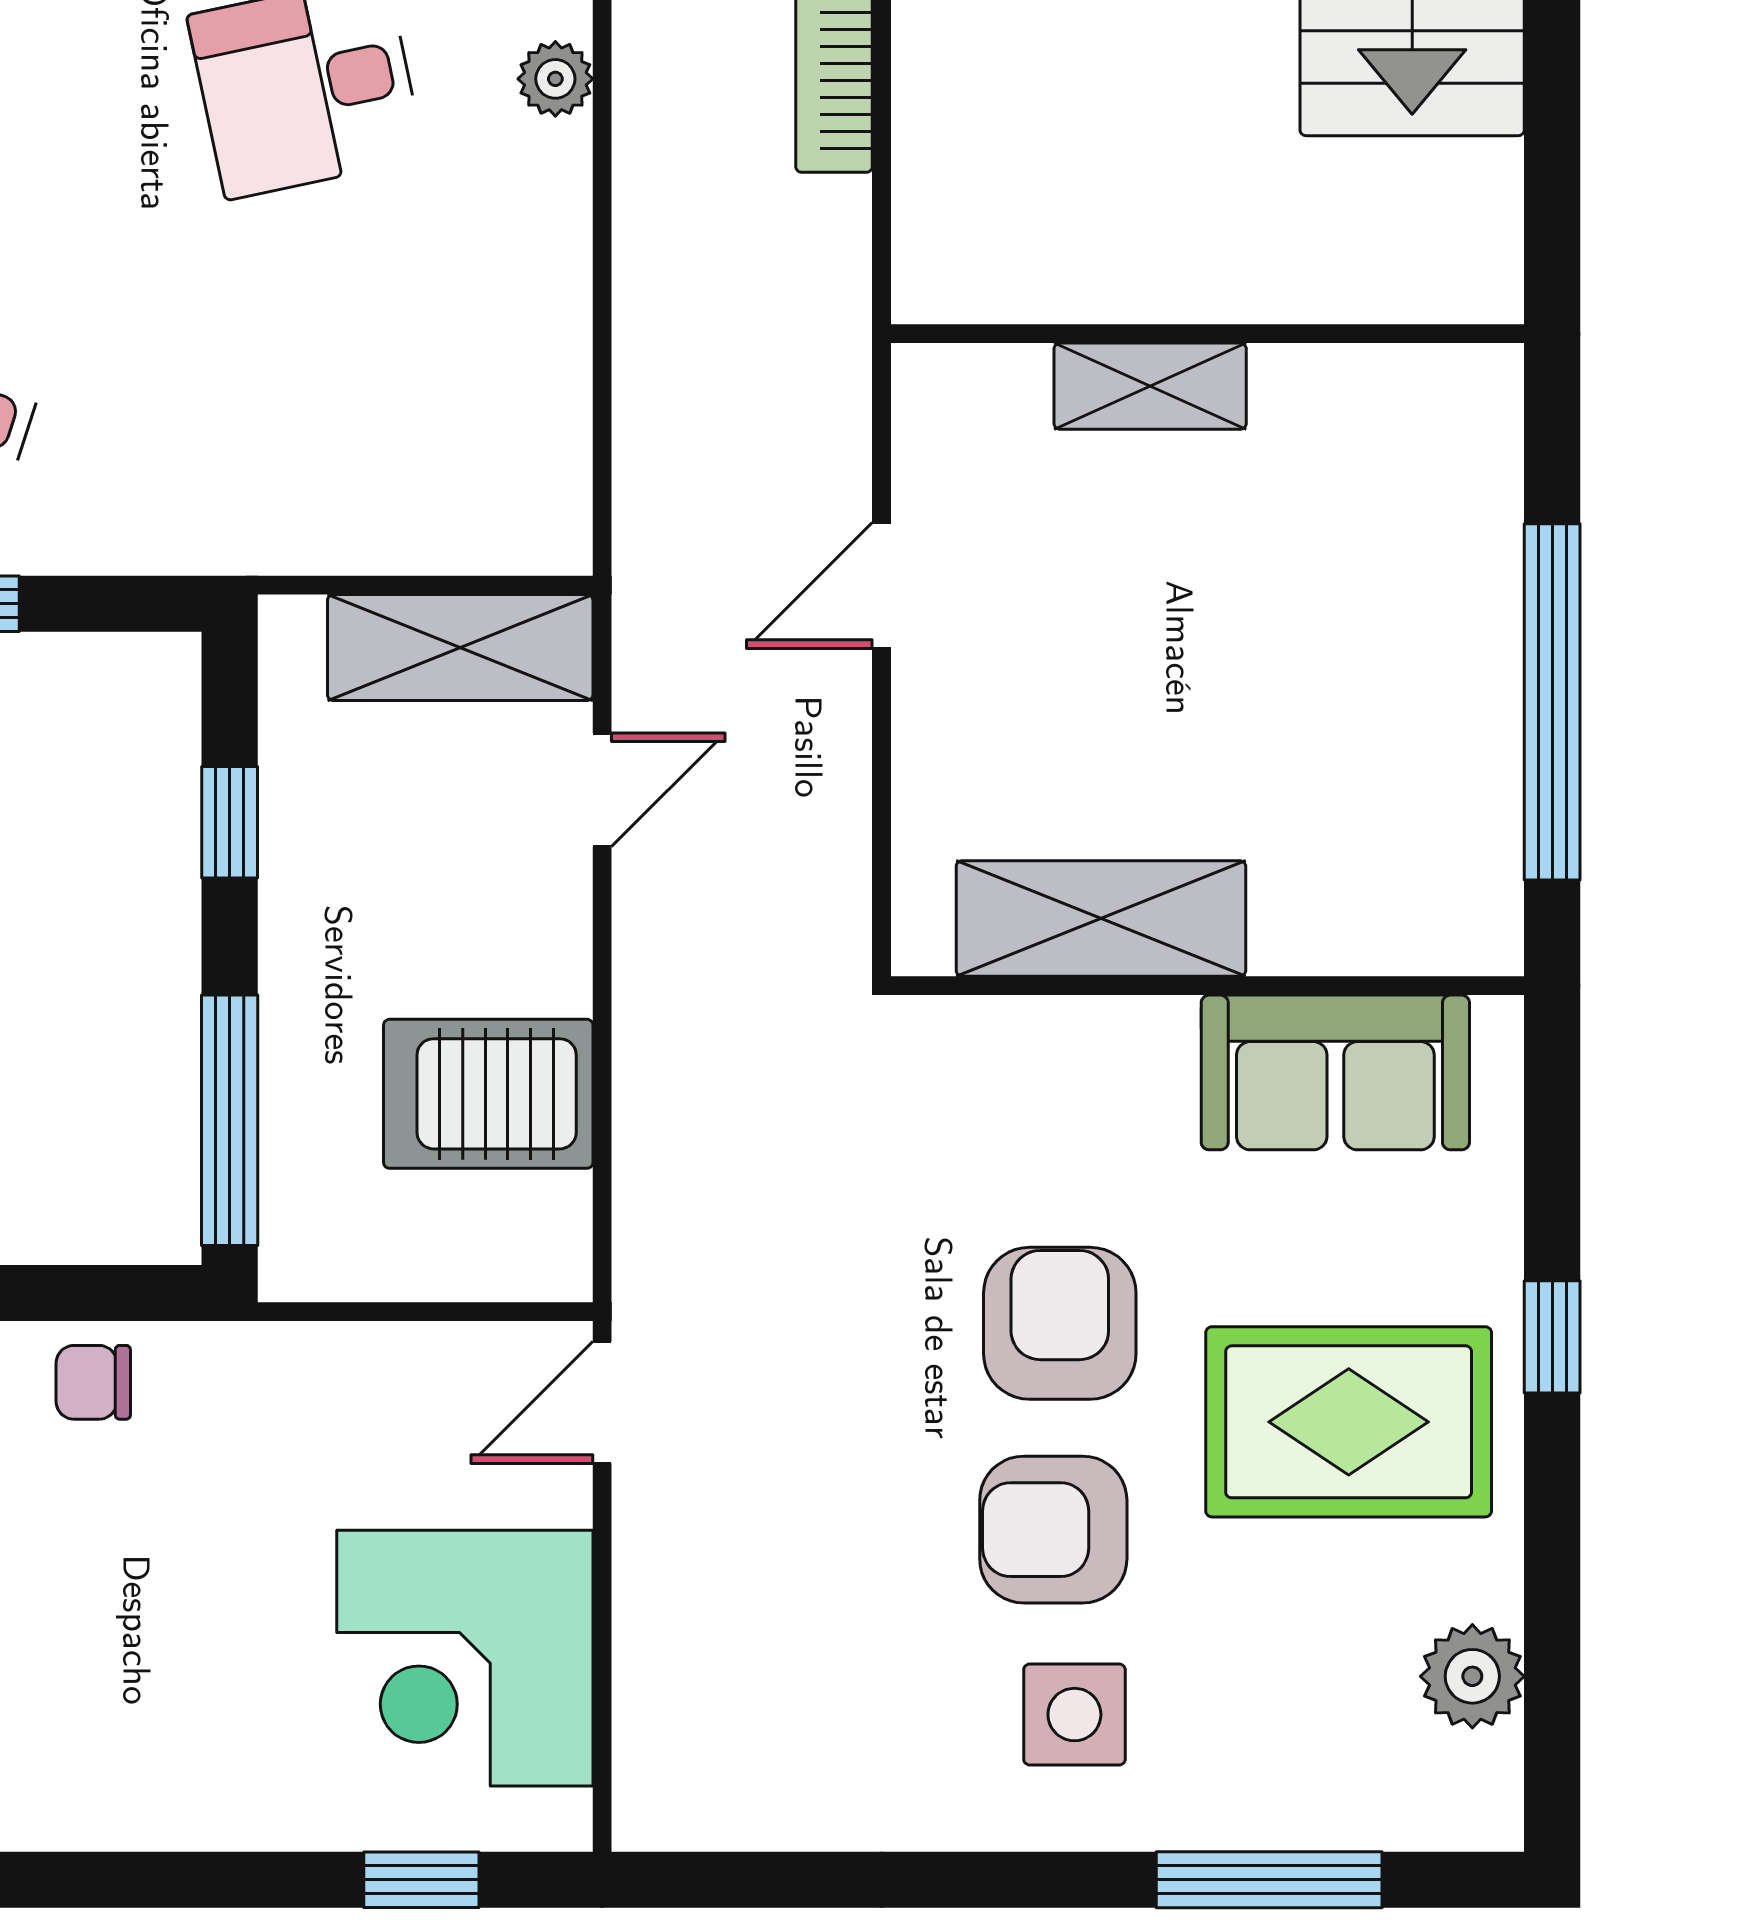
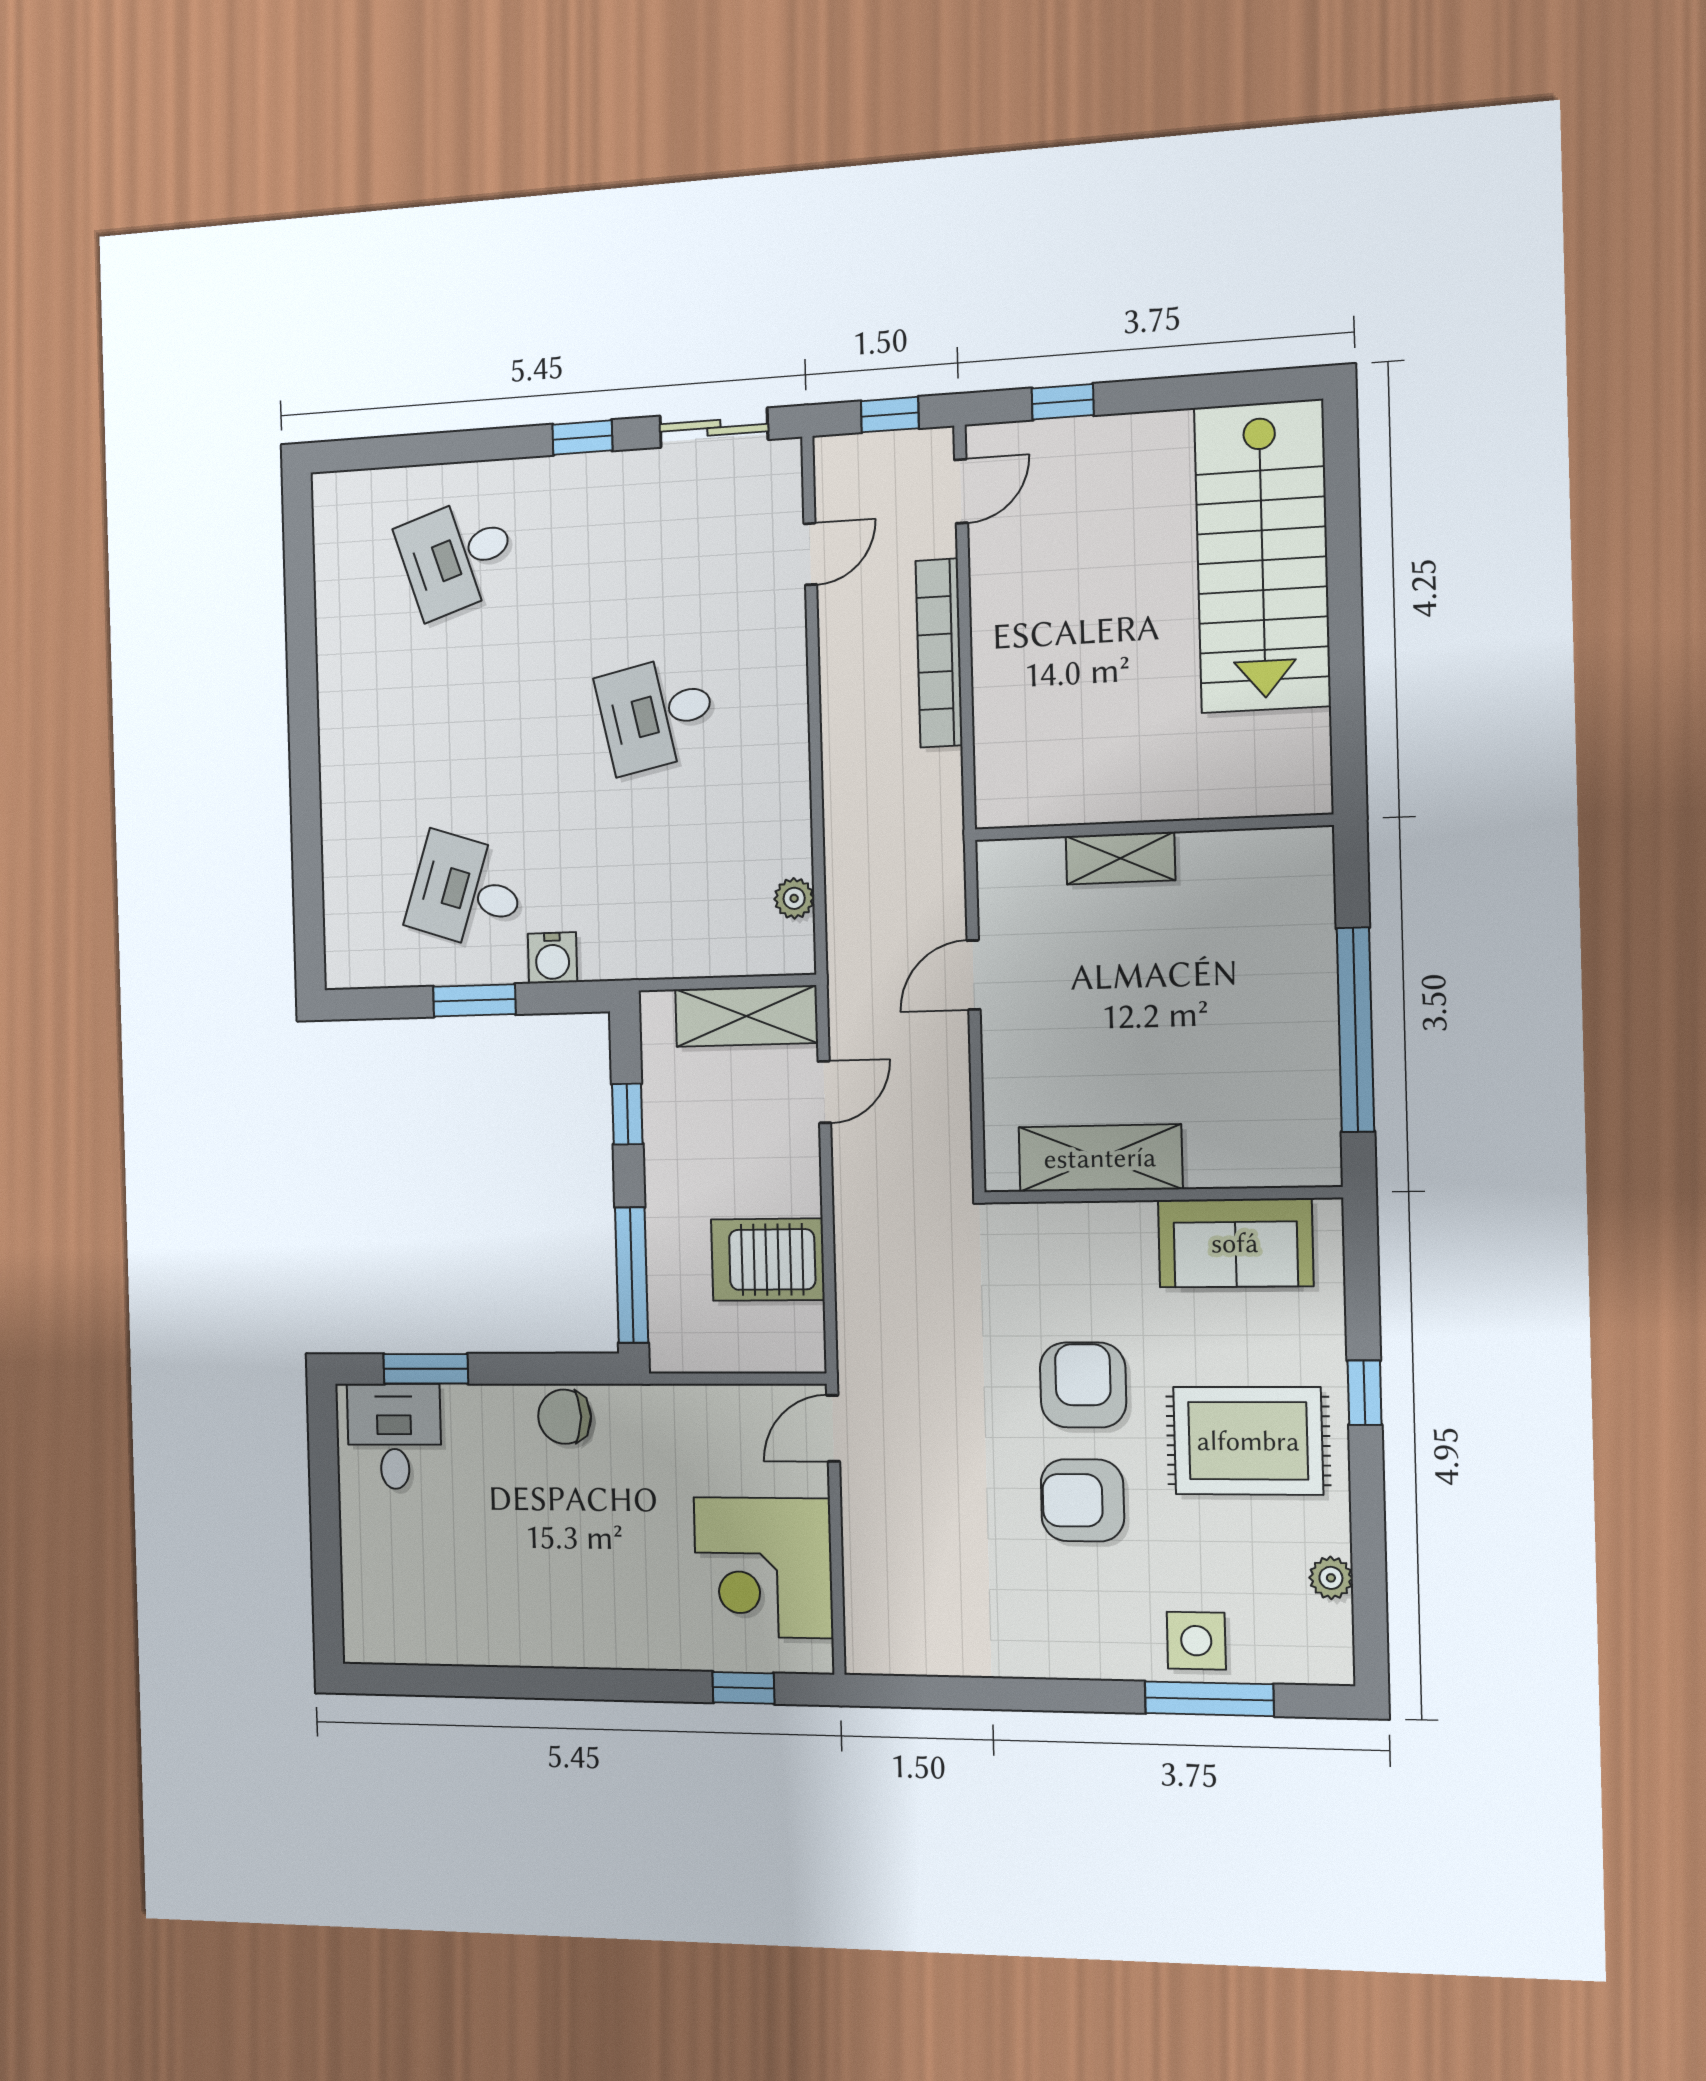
plant: (555, 79) -> (794, 898), moved
water cooler: (94, 529) -> (552, 958), added
chair: (93, 1382) -> (565, 1417), width x1.37, depth x1.37
plant: (1472, 1676) -> (1331, 1578), width x0.73, depth x0.73
side table: (1074, 1715) -> (1196, 1641), moved

